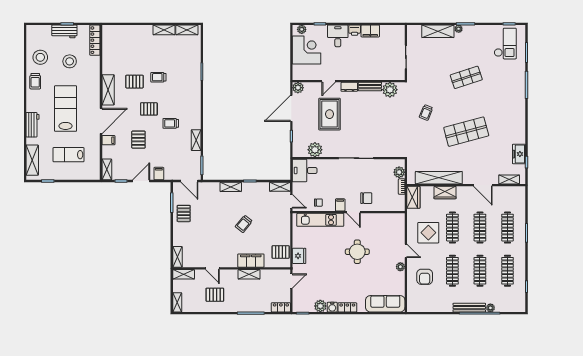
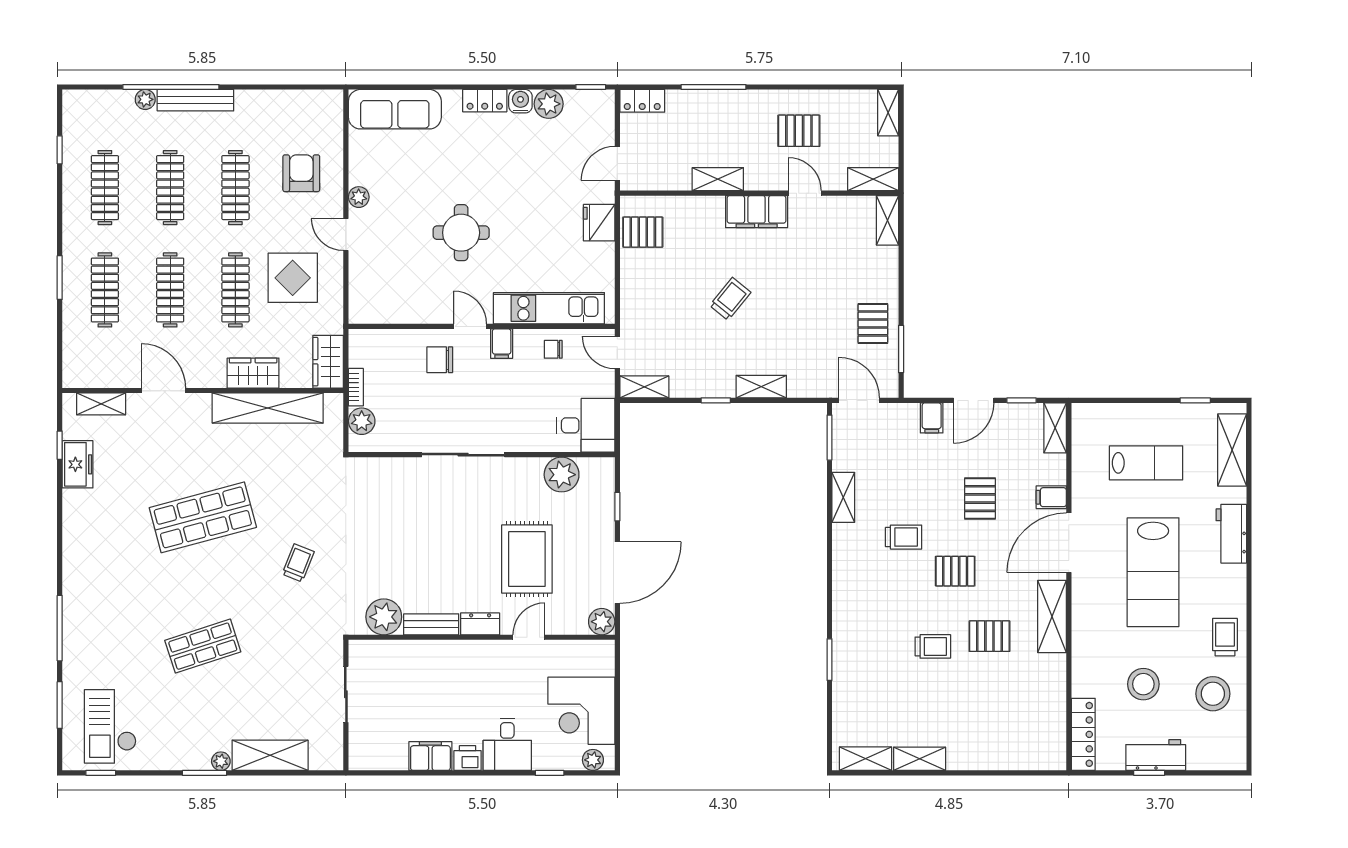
filing cabinet: (251, 261) -> (757, 212), moved

